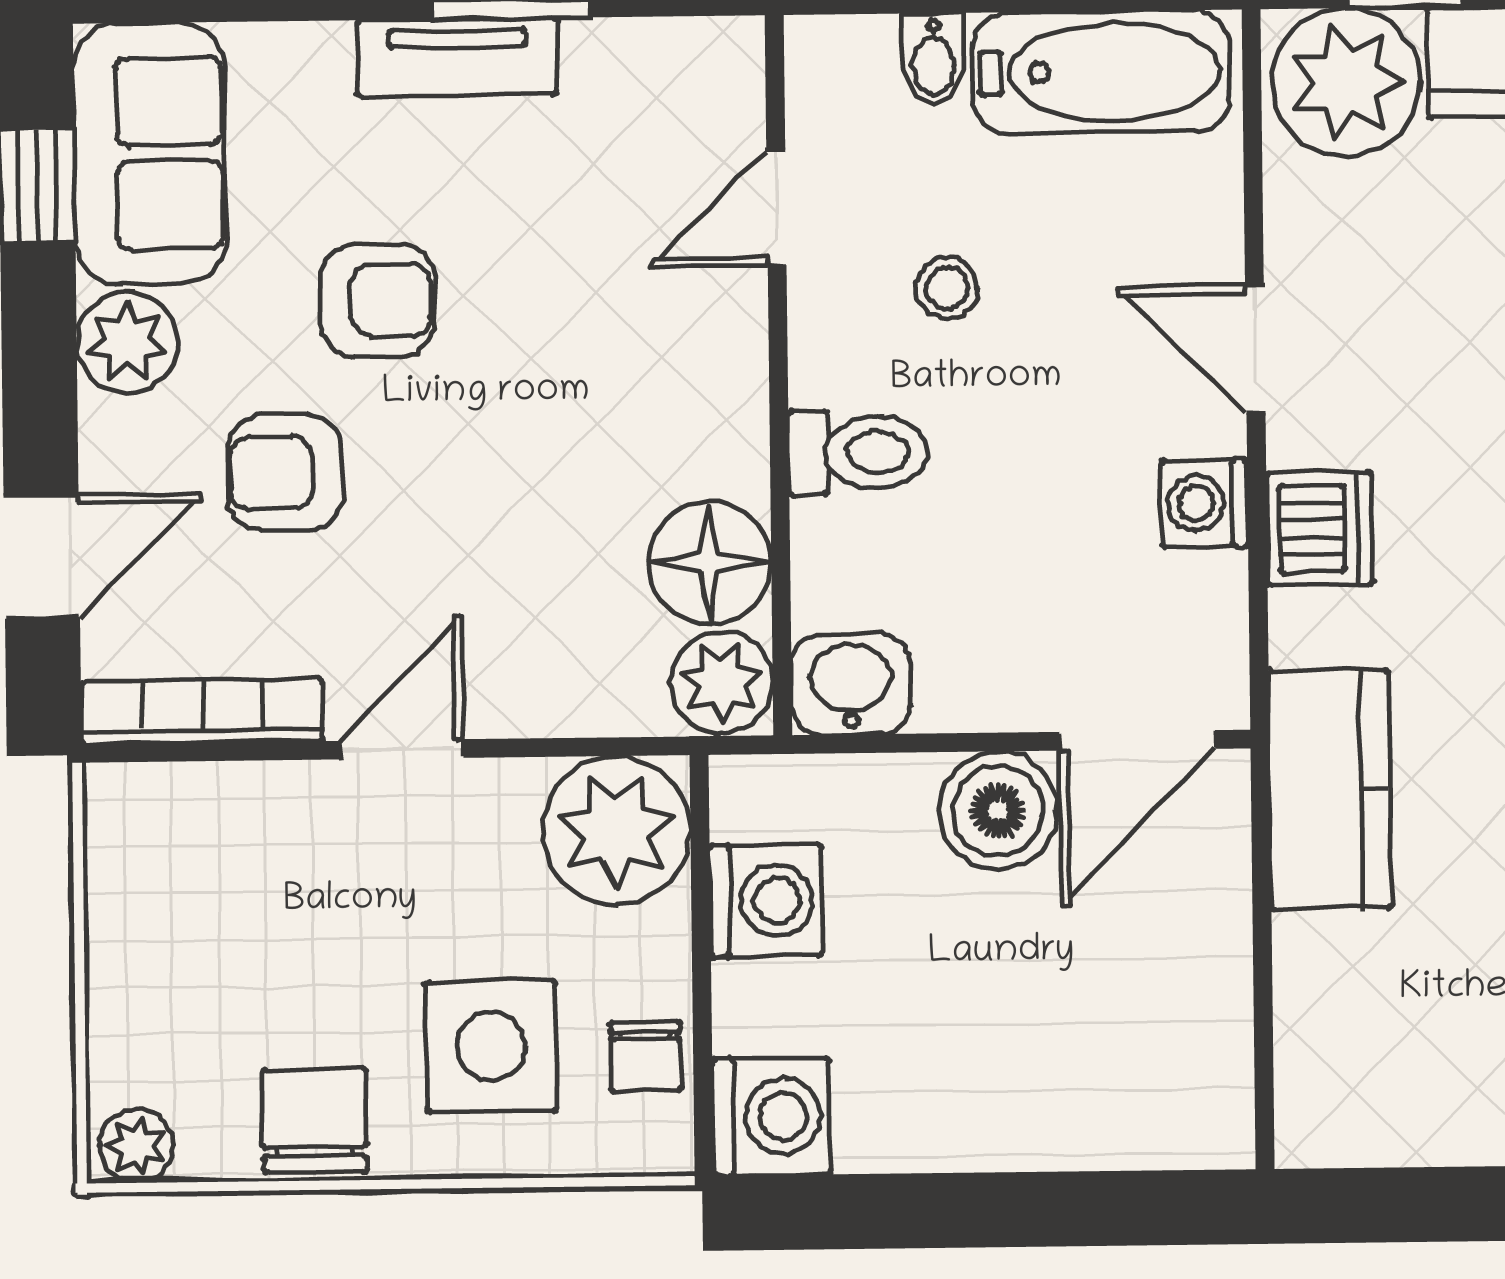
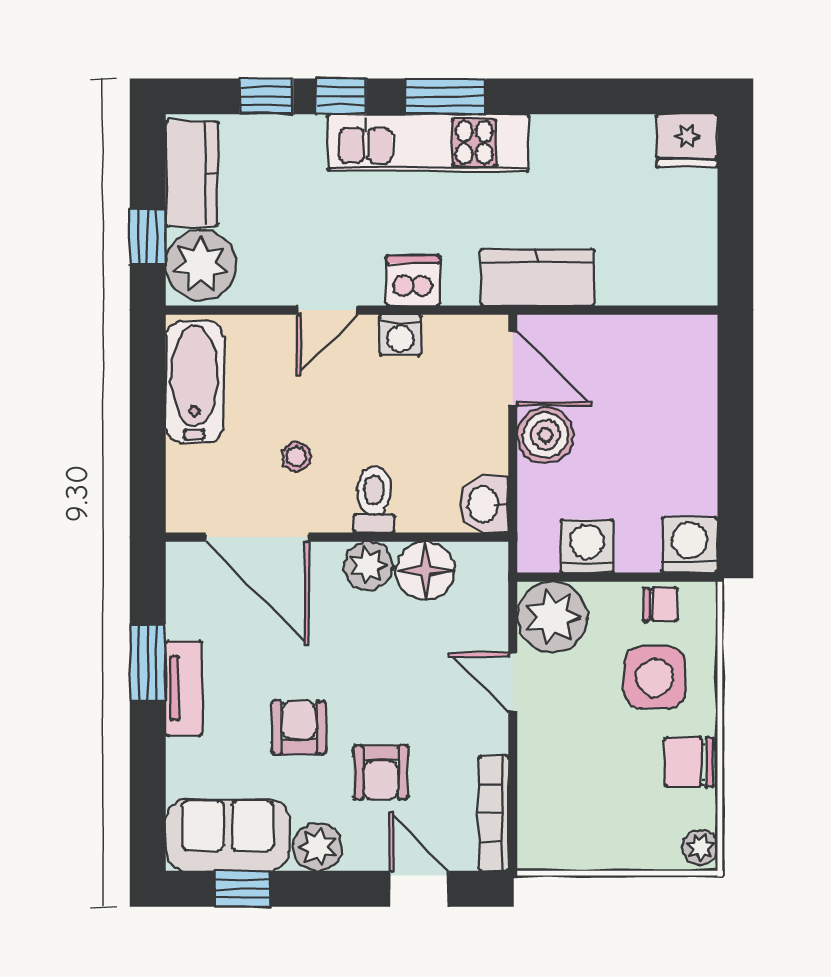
bidet: (934, 59) -> (187, 461), removed
door: (776, 208) -> (257, 537), width x1.88
plant: (722, 682) -> (368, 566), moved
door: (402, 749) -> (513, 682), moved

